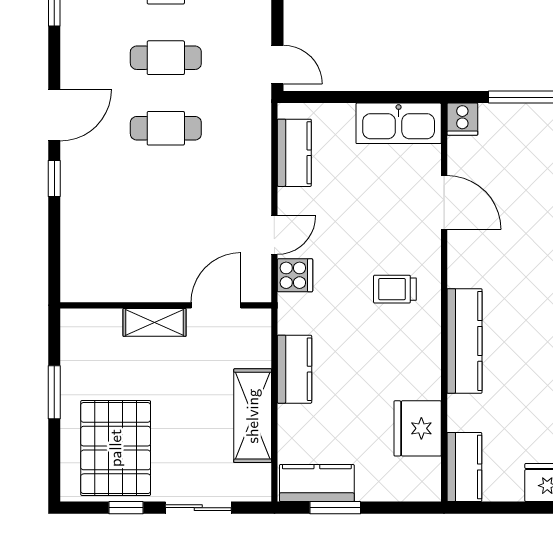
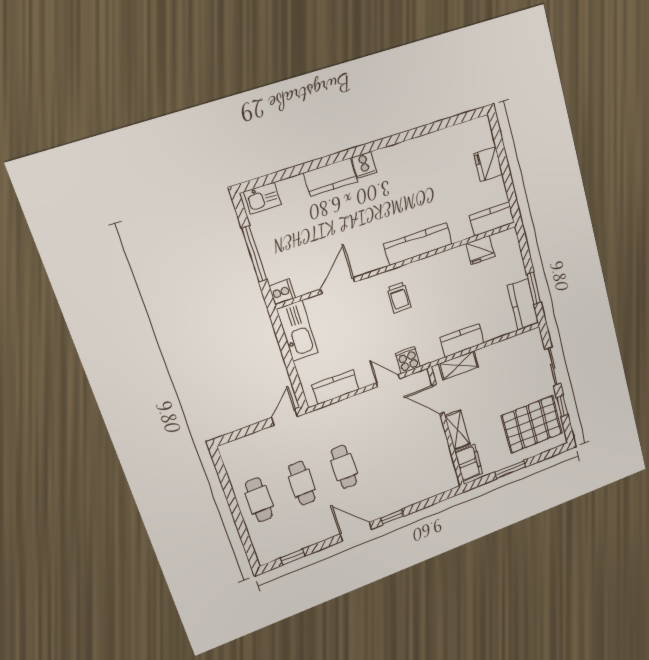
filing cabinet: (94, 326) -> (469, 463), added
shelving: (253, 416) -> (459, 365), moved, width x0.67, depth x0.75
fridge: (418, 428) -> (480, 250), width x0.73, depth x0.75

